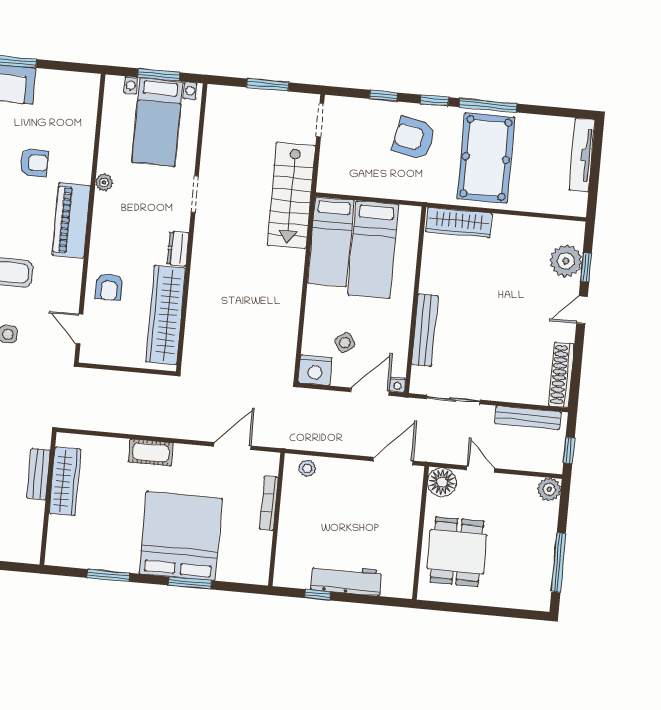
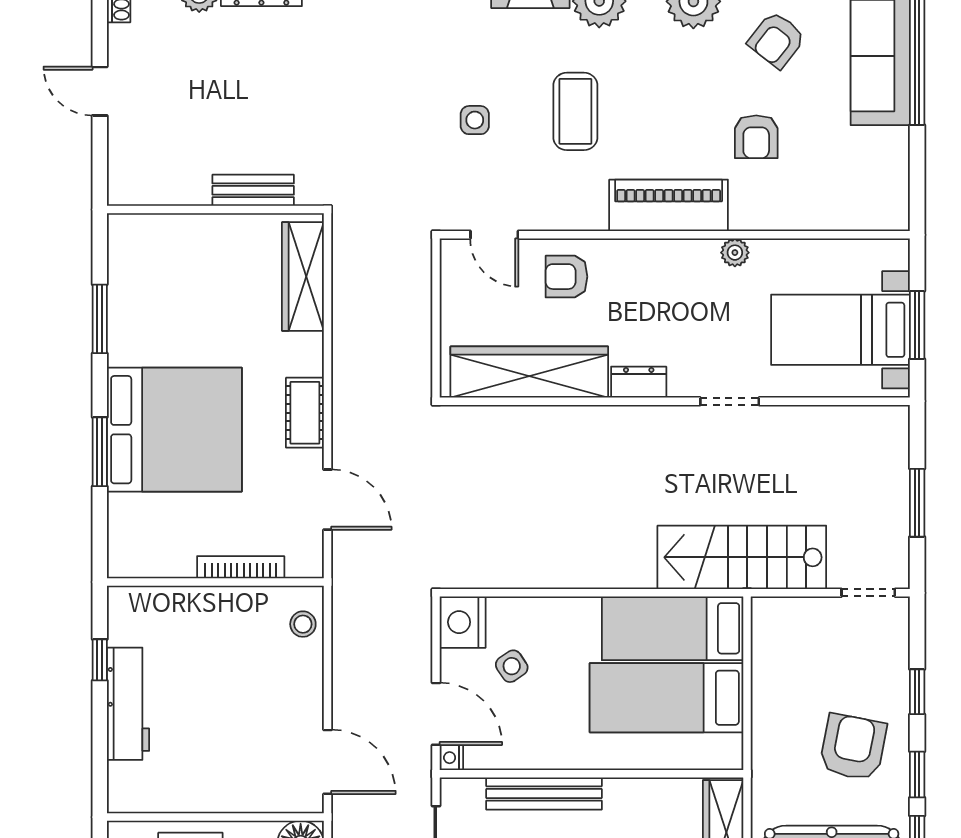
door: (79, 329) -> (494, 235), swing flipped
cot: (151, 452) -> (305, 413), moved
wardrobe: (65, 481) -> (303, 277), moved, turned 90

